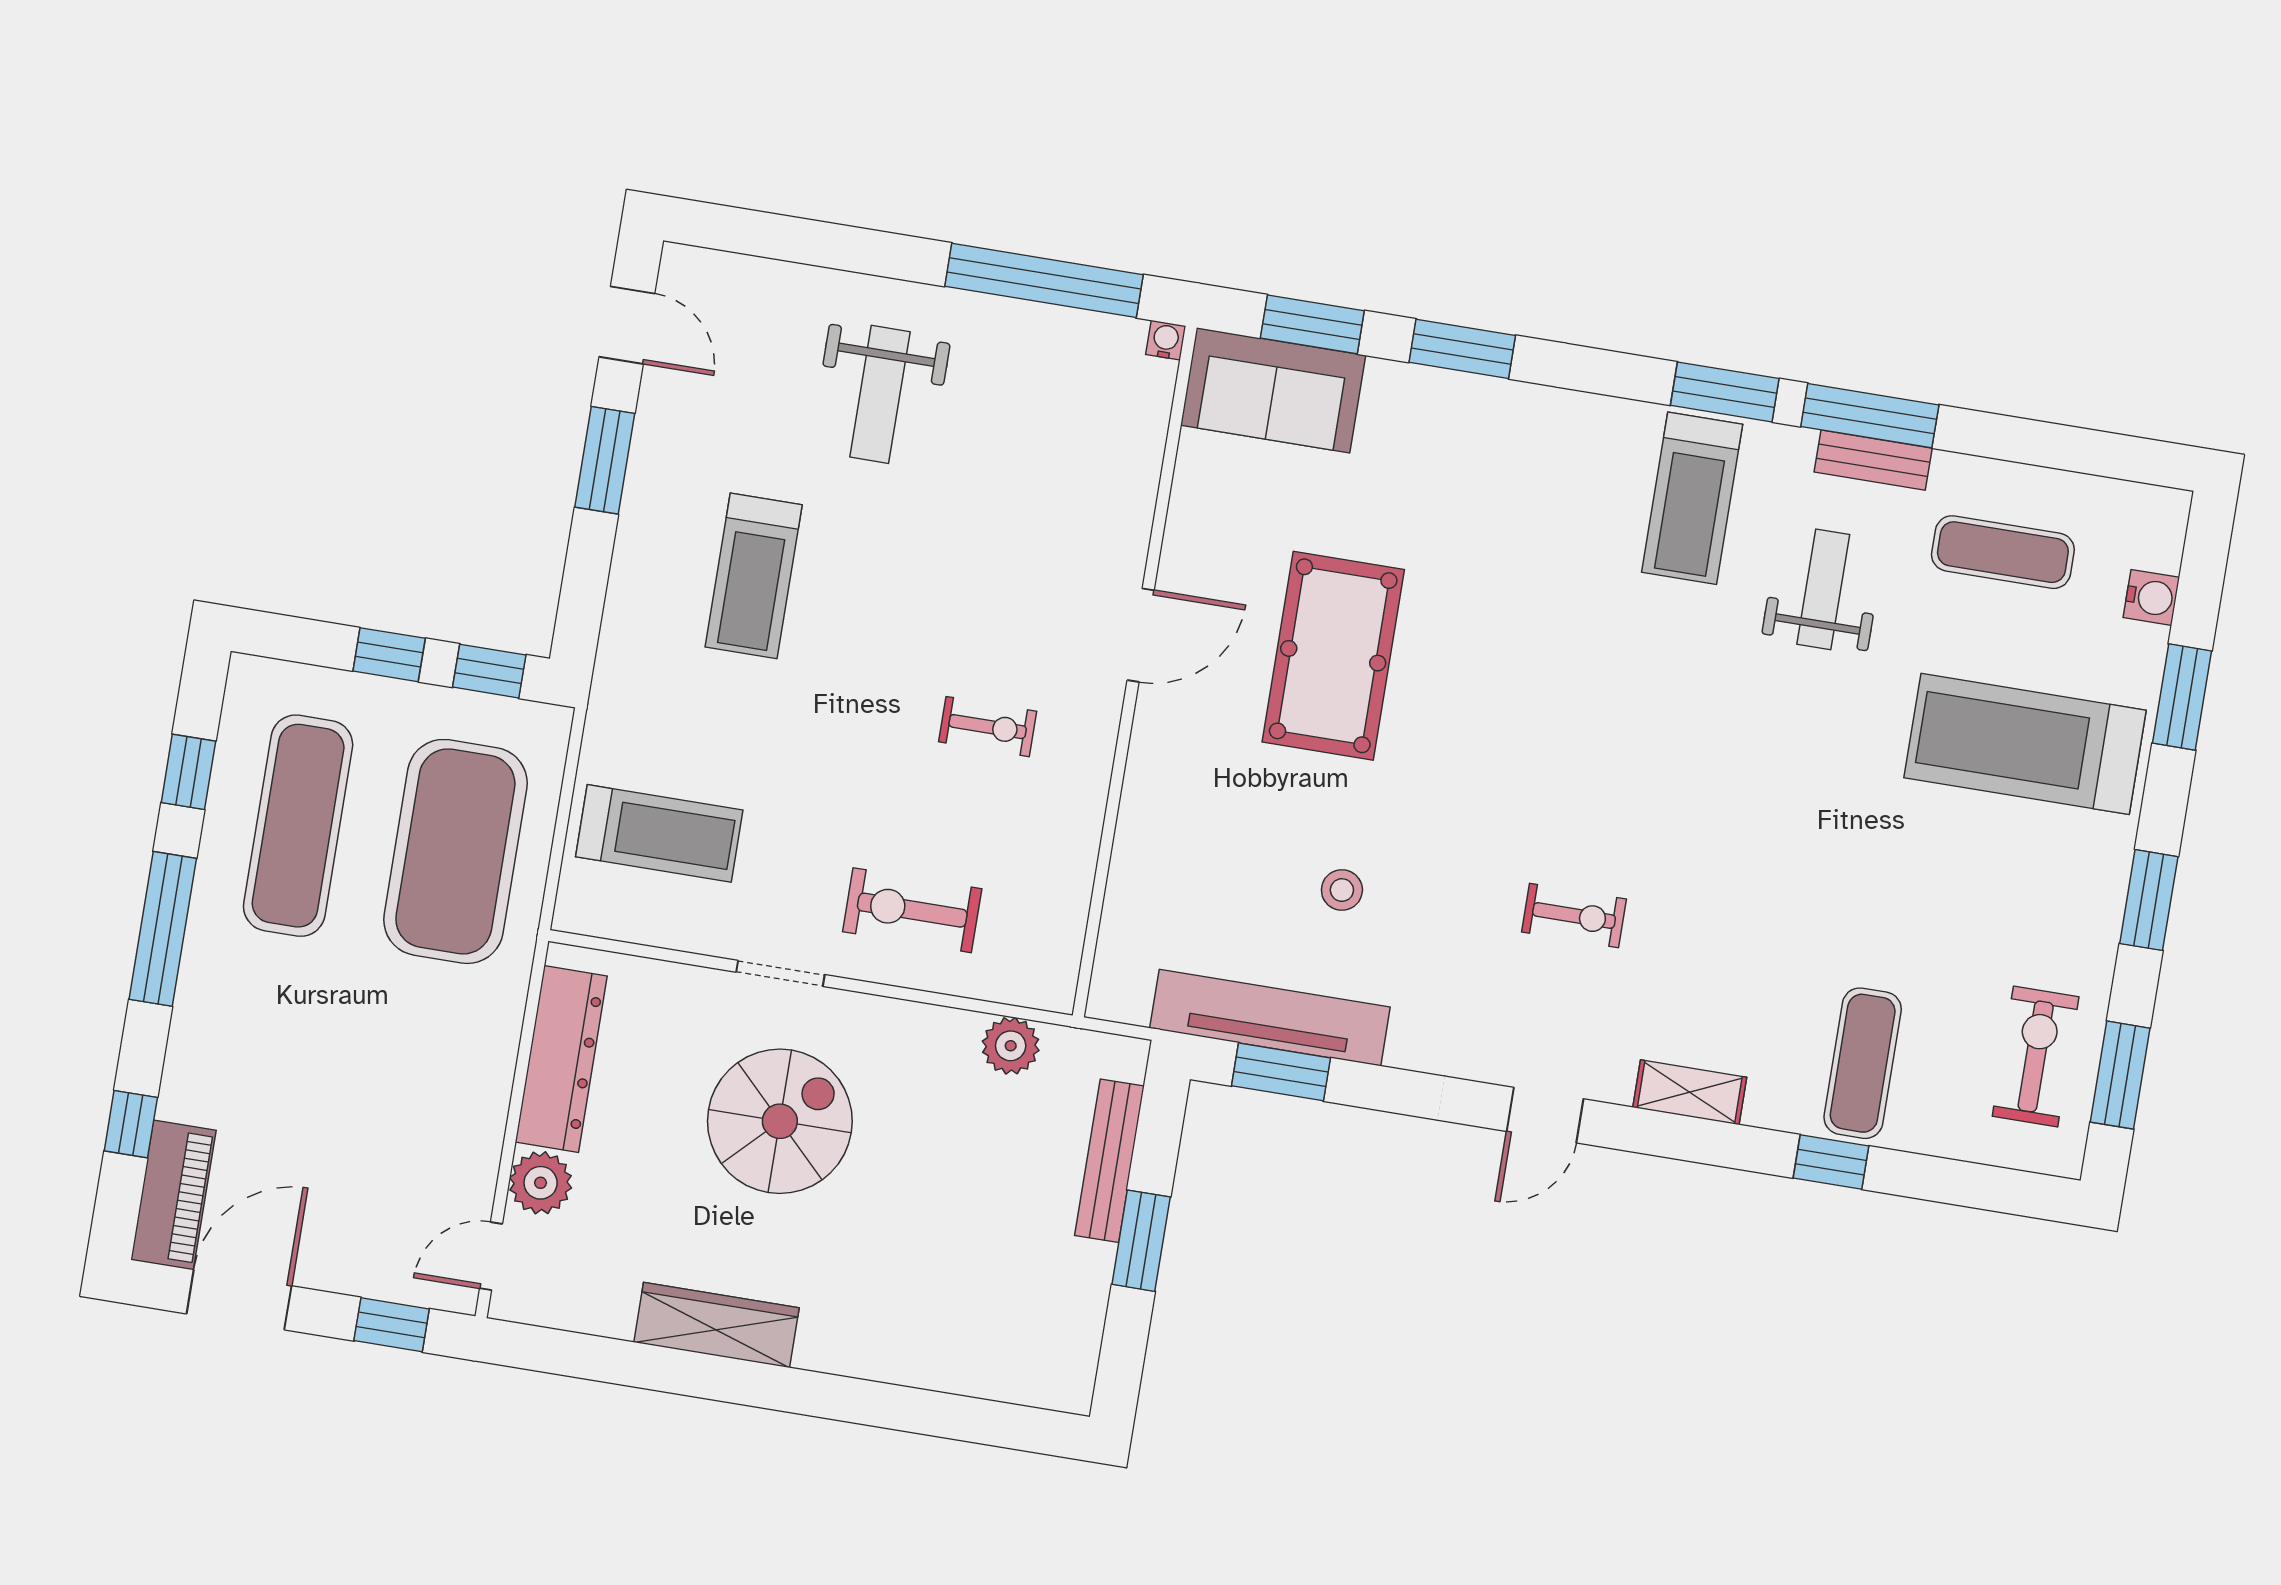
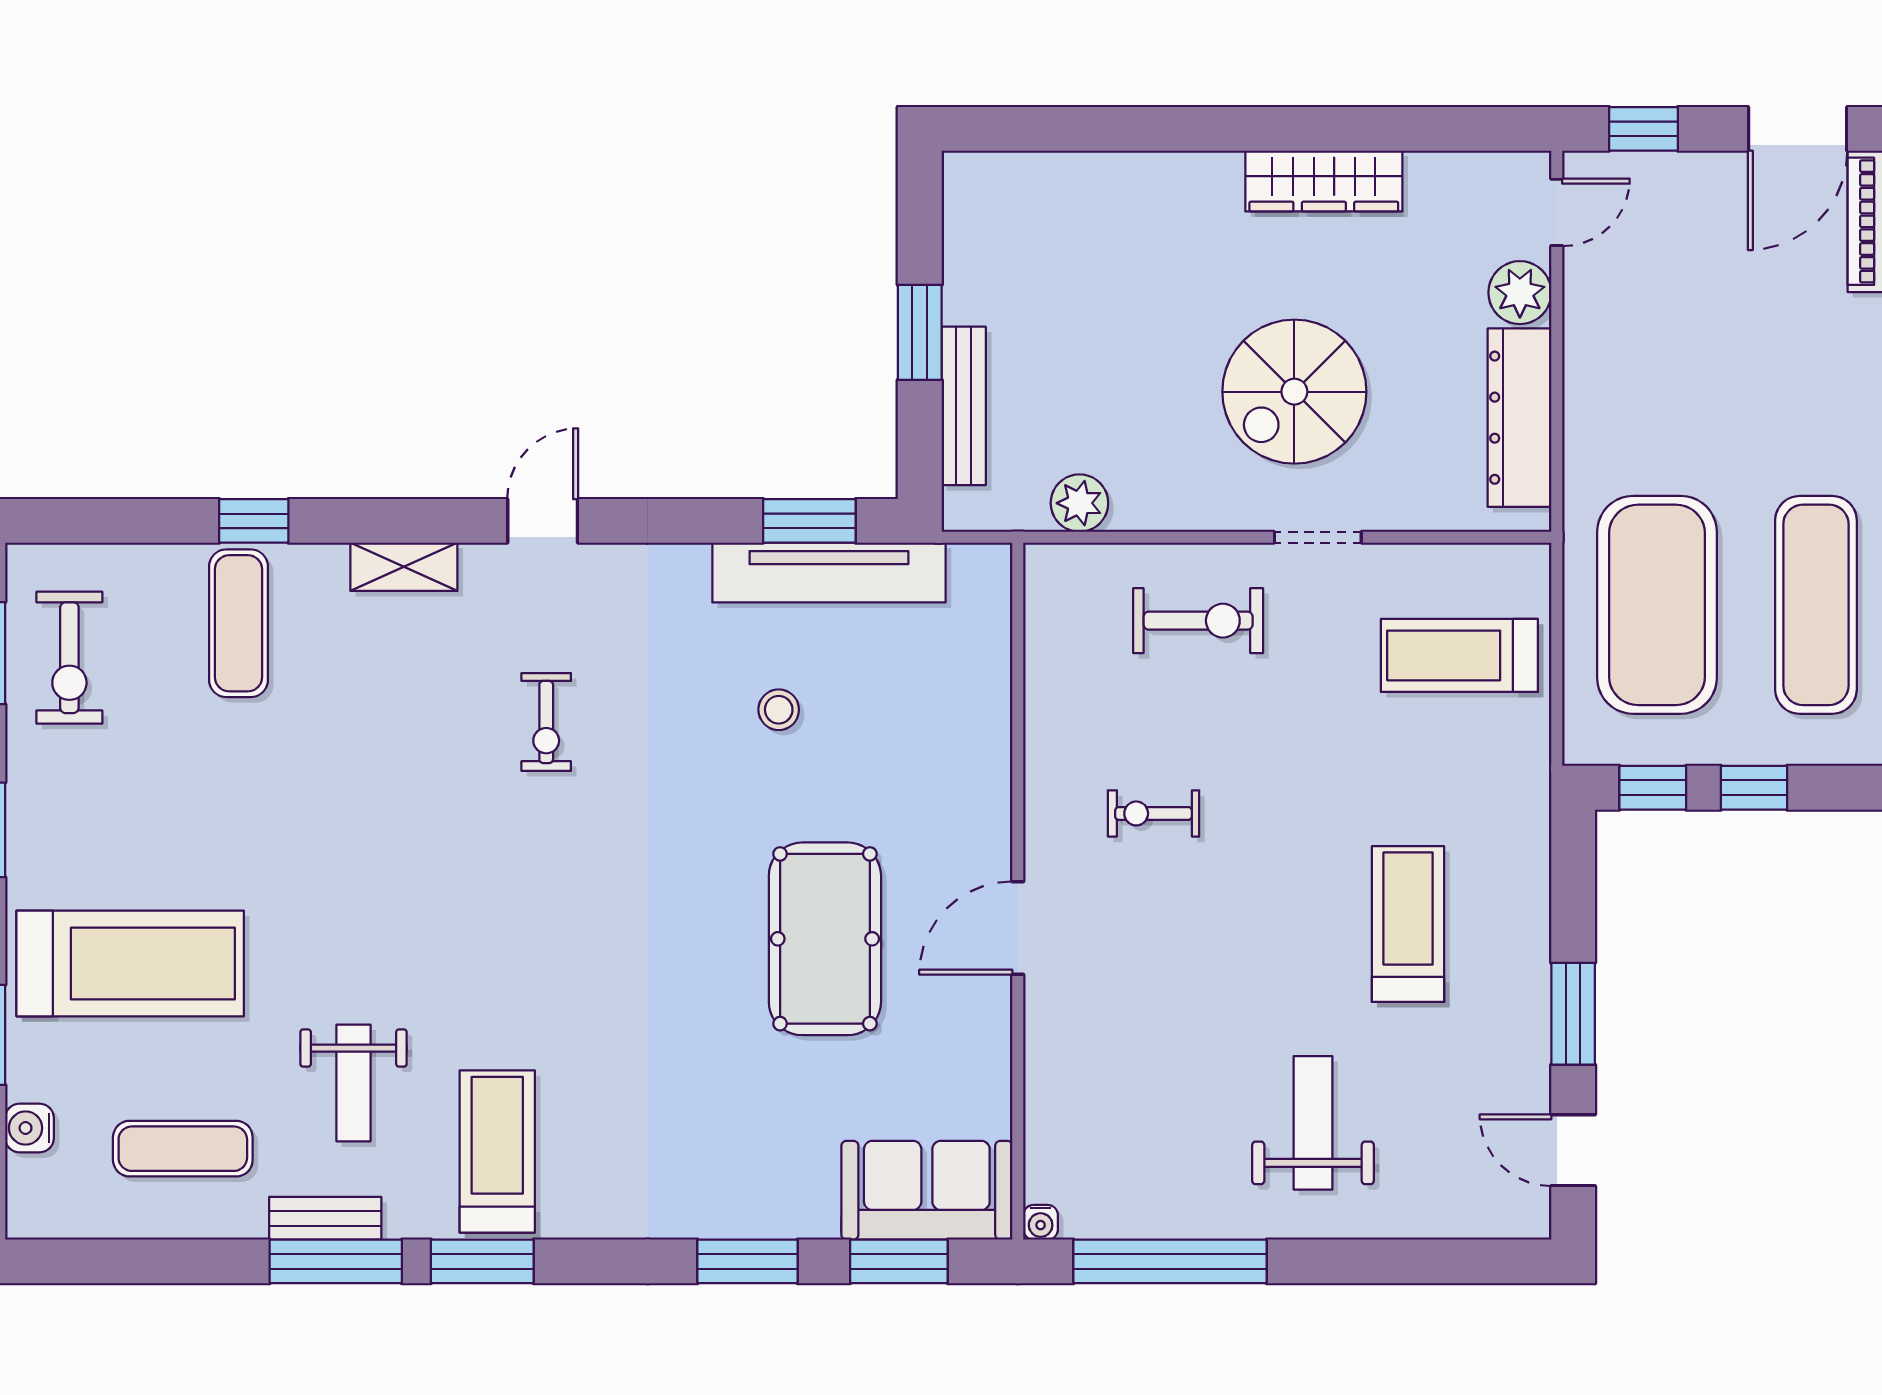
exercise bike: (1574, 916) -> (546, 722), turned -90

